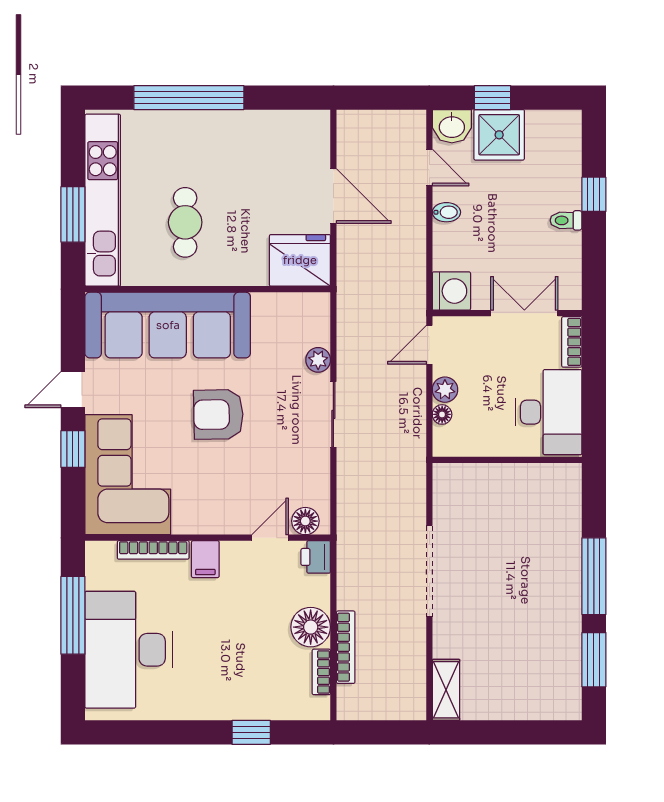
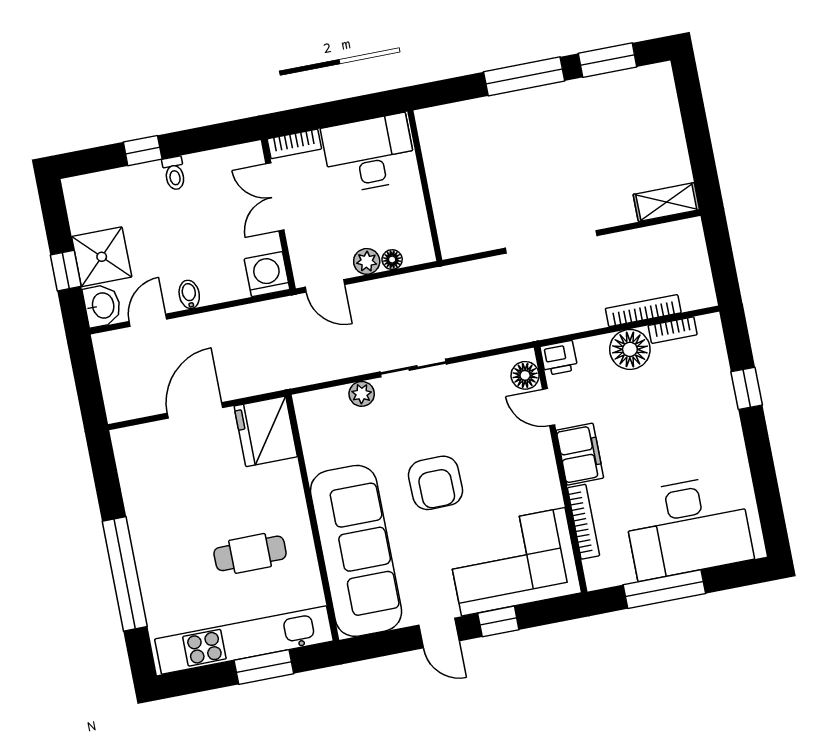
filing cabinet: (205, 559) -> (580, 454), width x2.00

